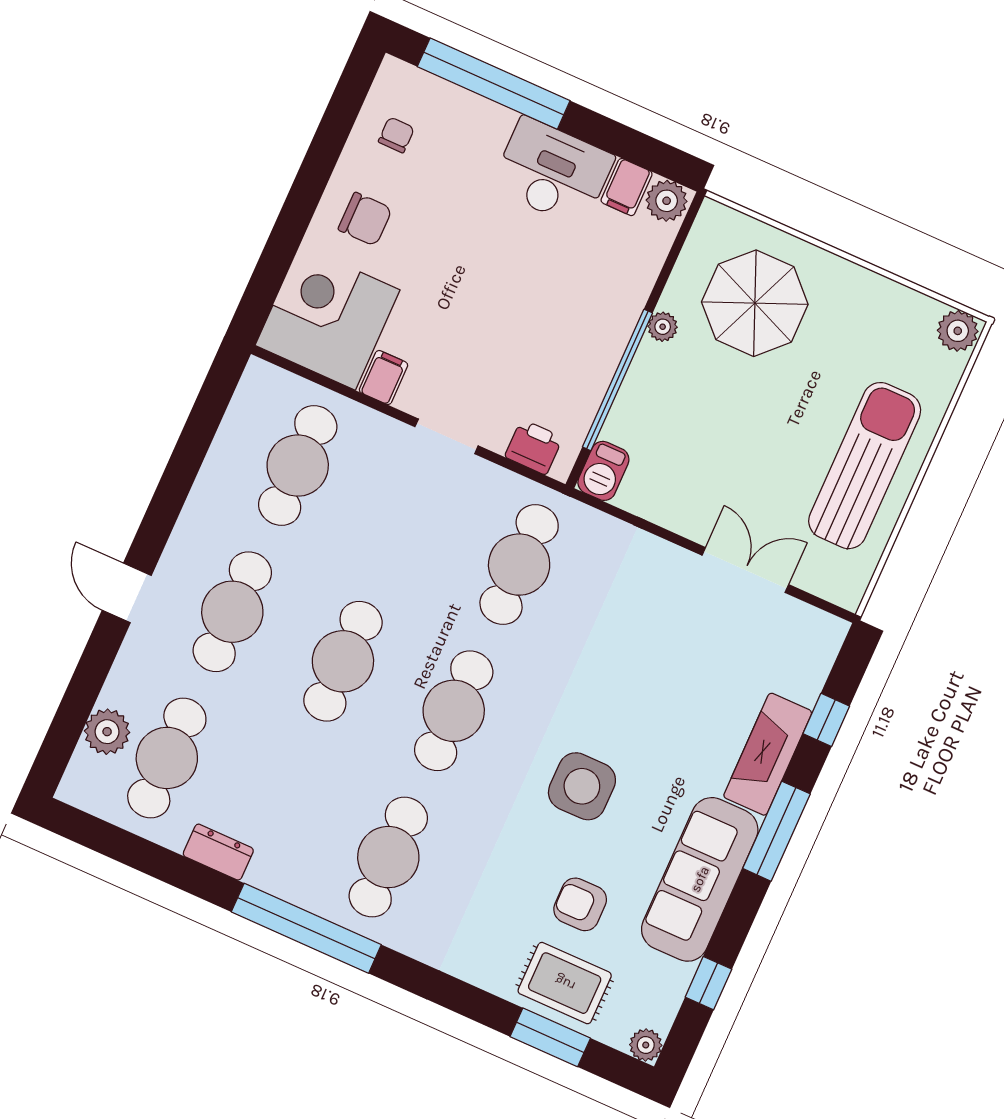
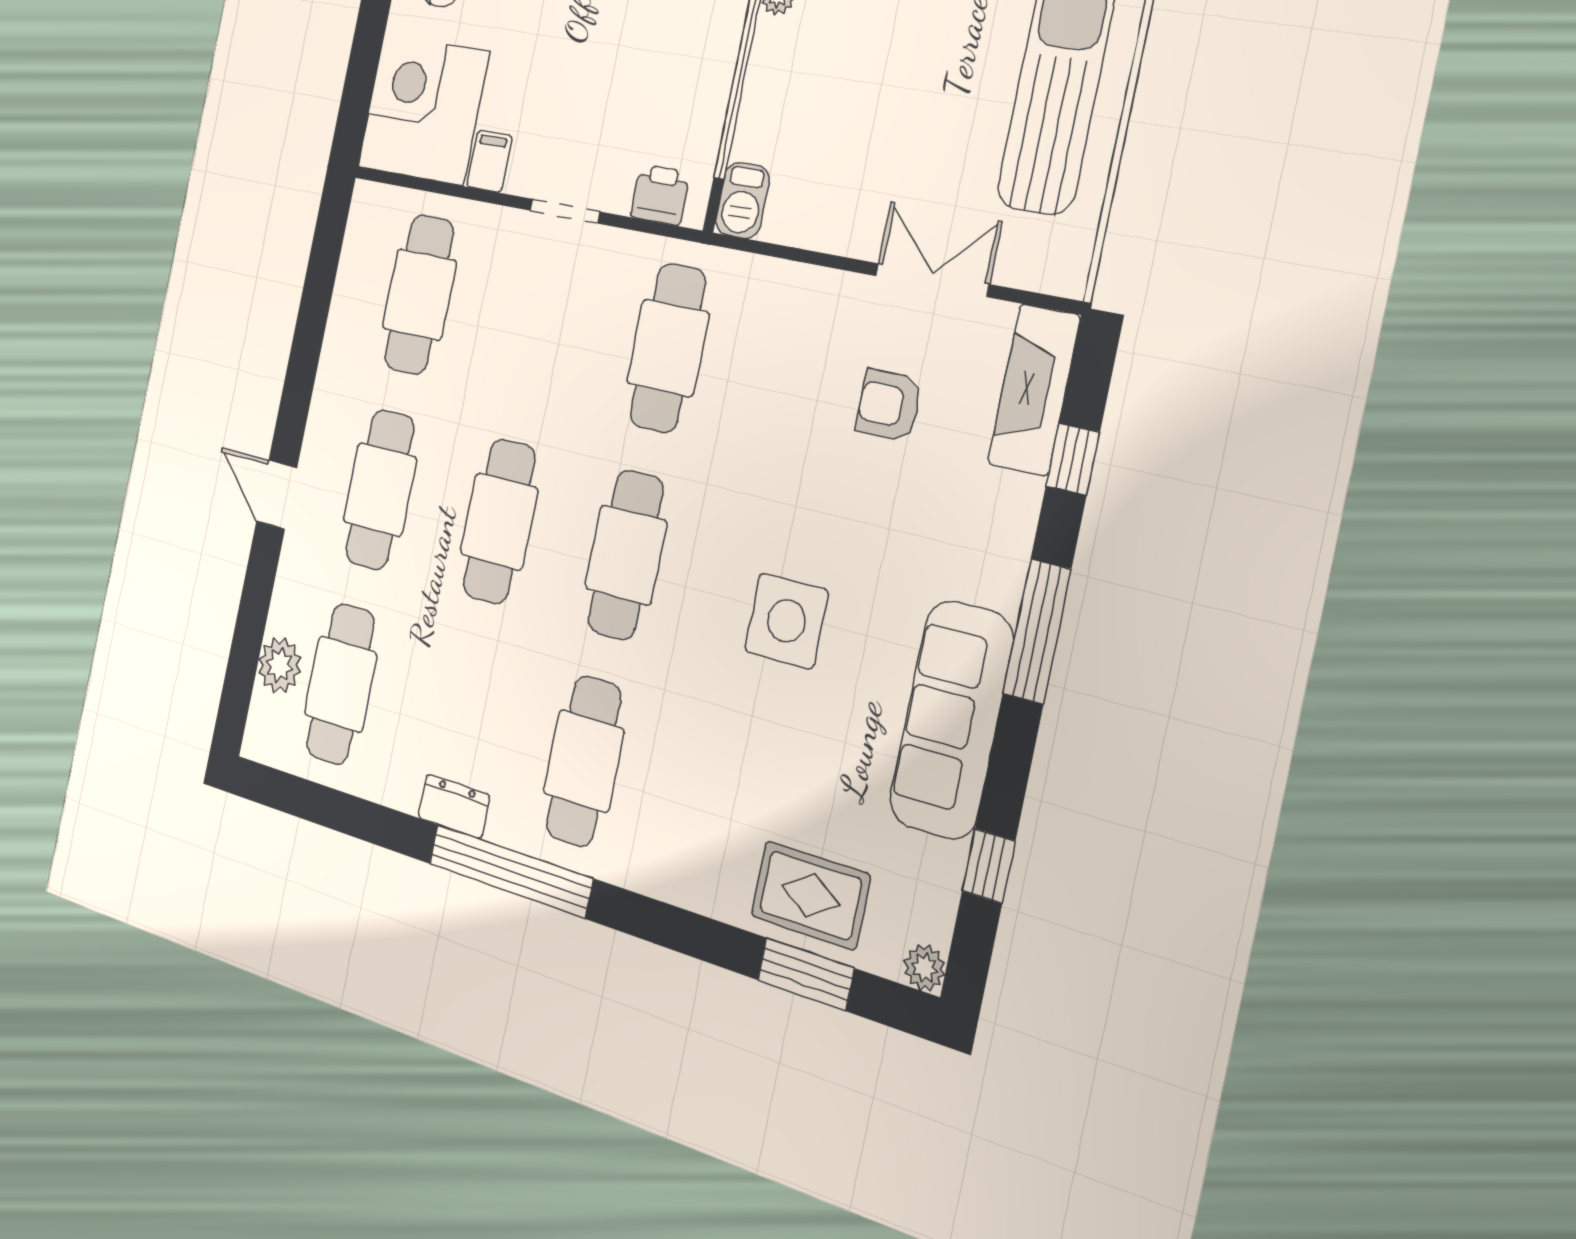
fireplace: (768, 754) -> (1034, 390), moved
dresser: (218, 852) -> (454, 806), moved
armchair: (580, 904) -> (889, 405), moved

